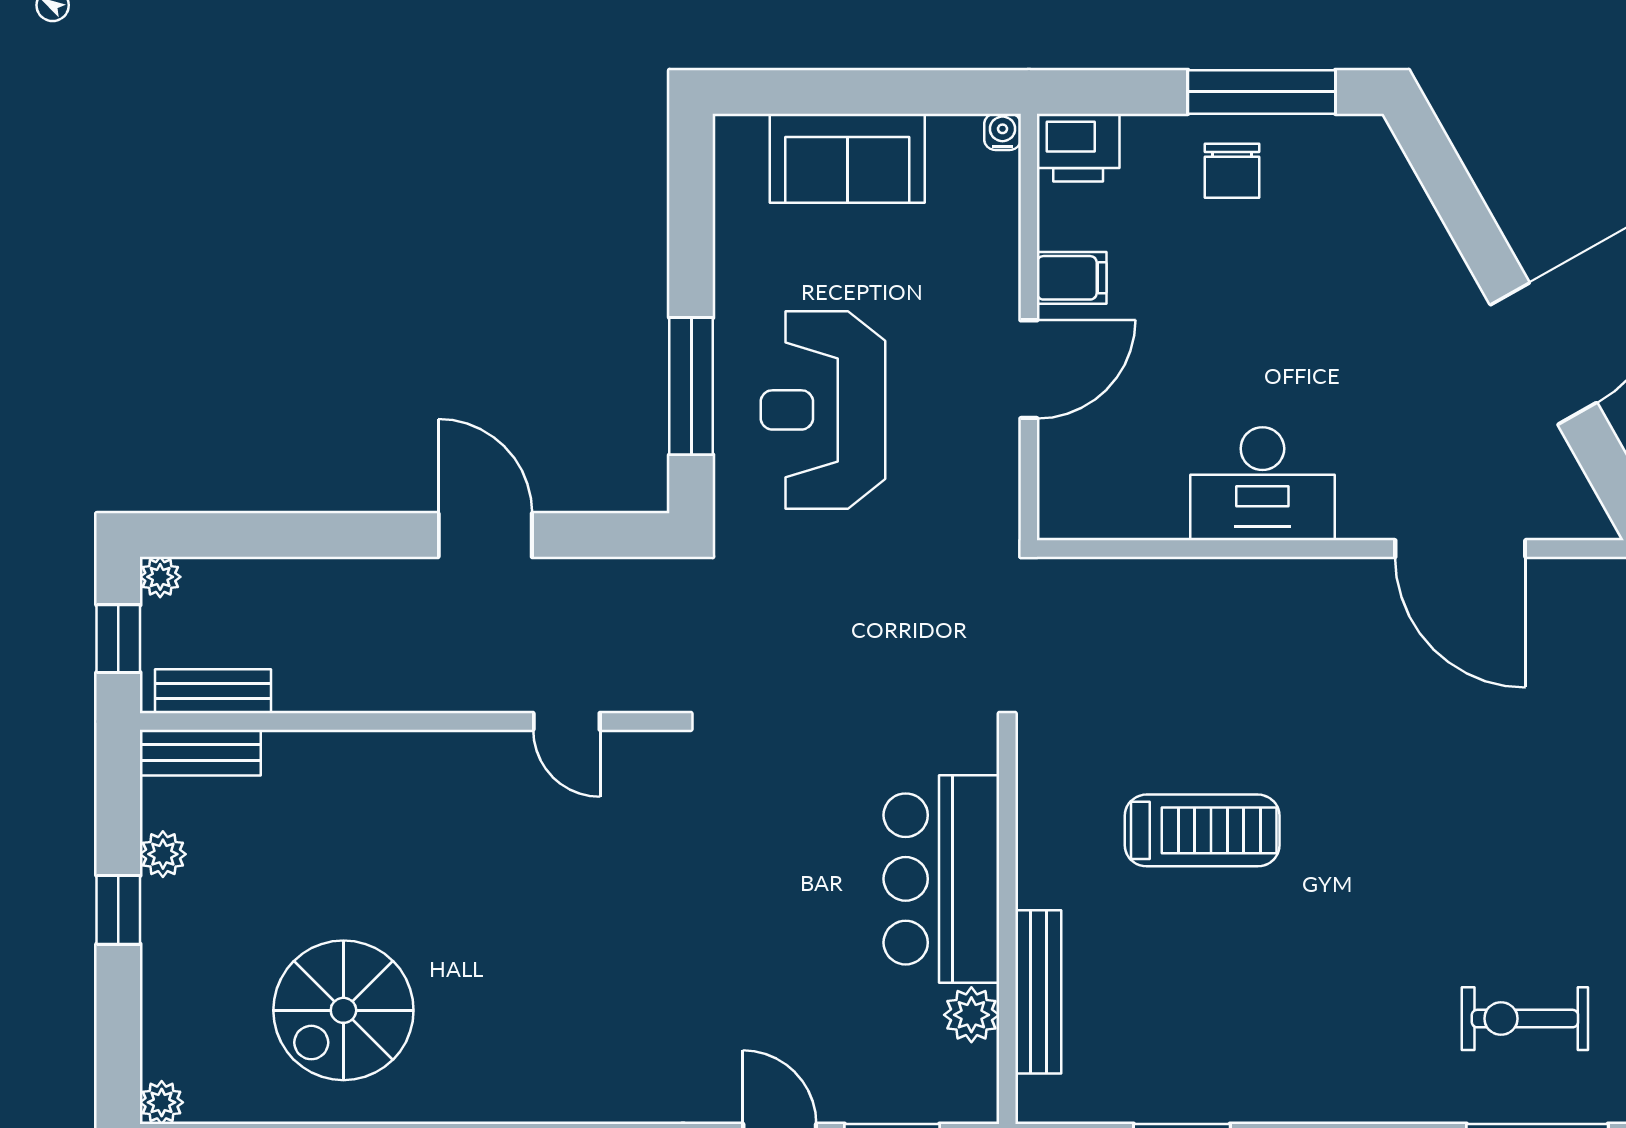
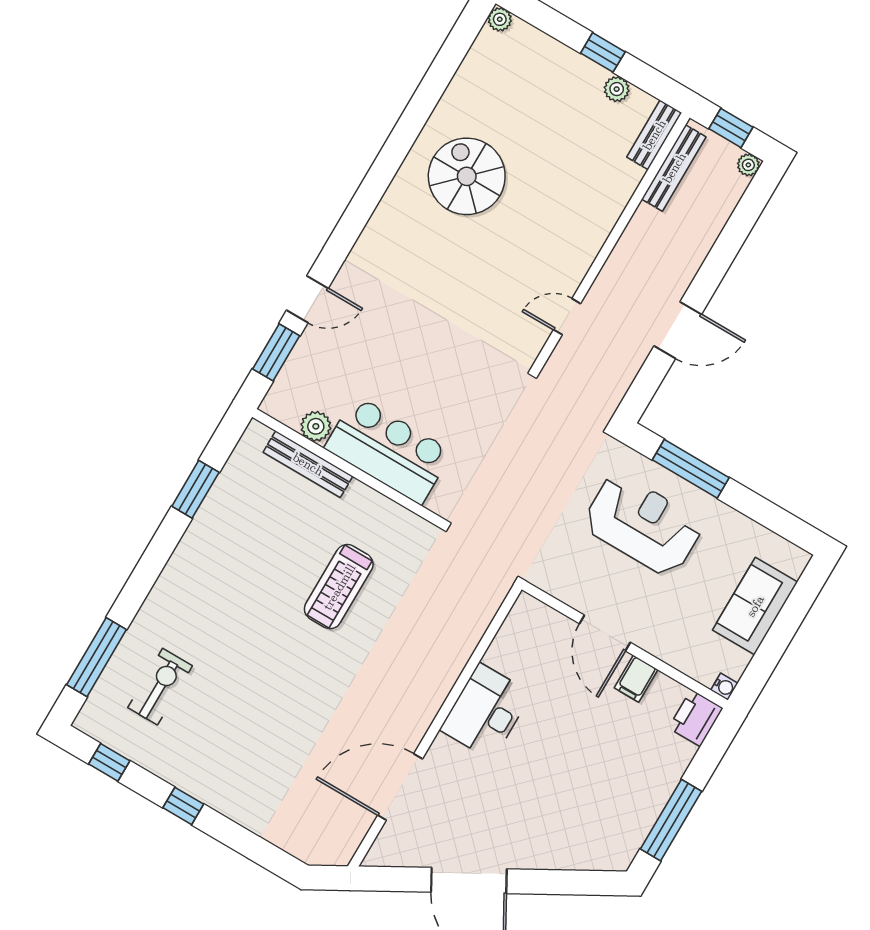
chair: (1232, 171) -> (642, 784), removed
bench: (213, 691) -> (674, 168), width x1.36
spiral stairs: (343, 1010) -> (467, 176), moved

